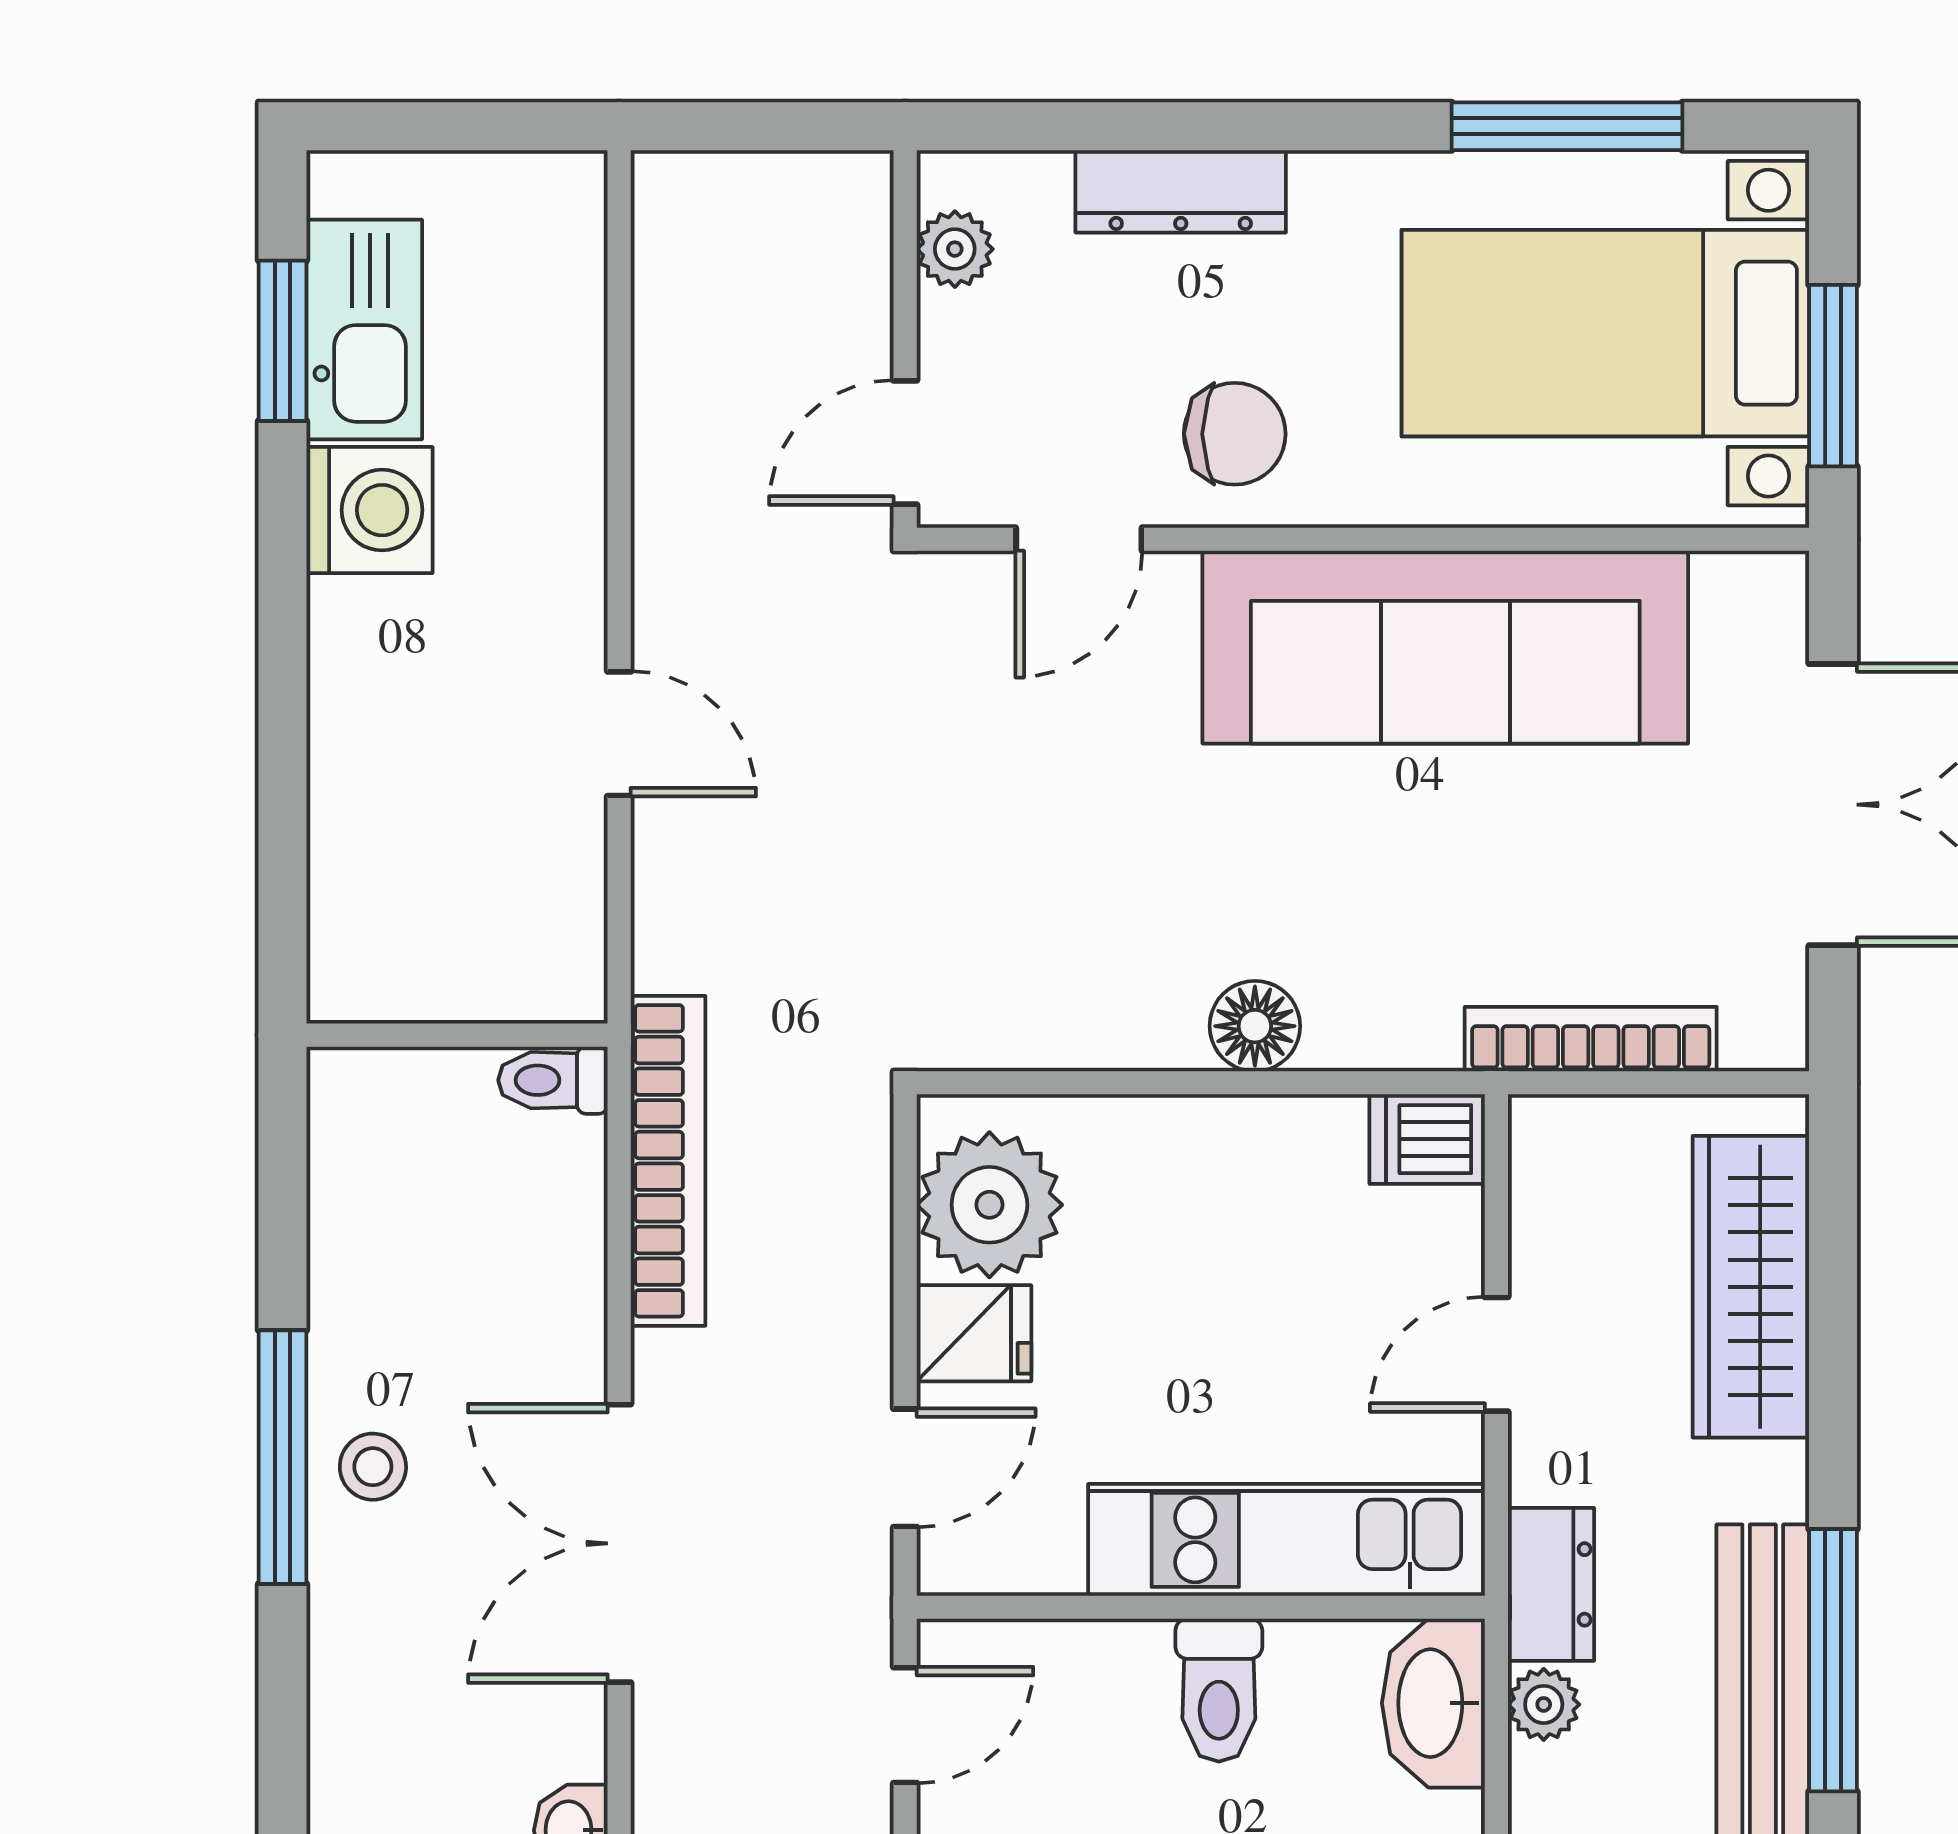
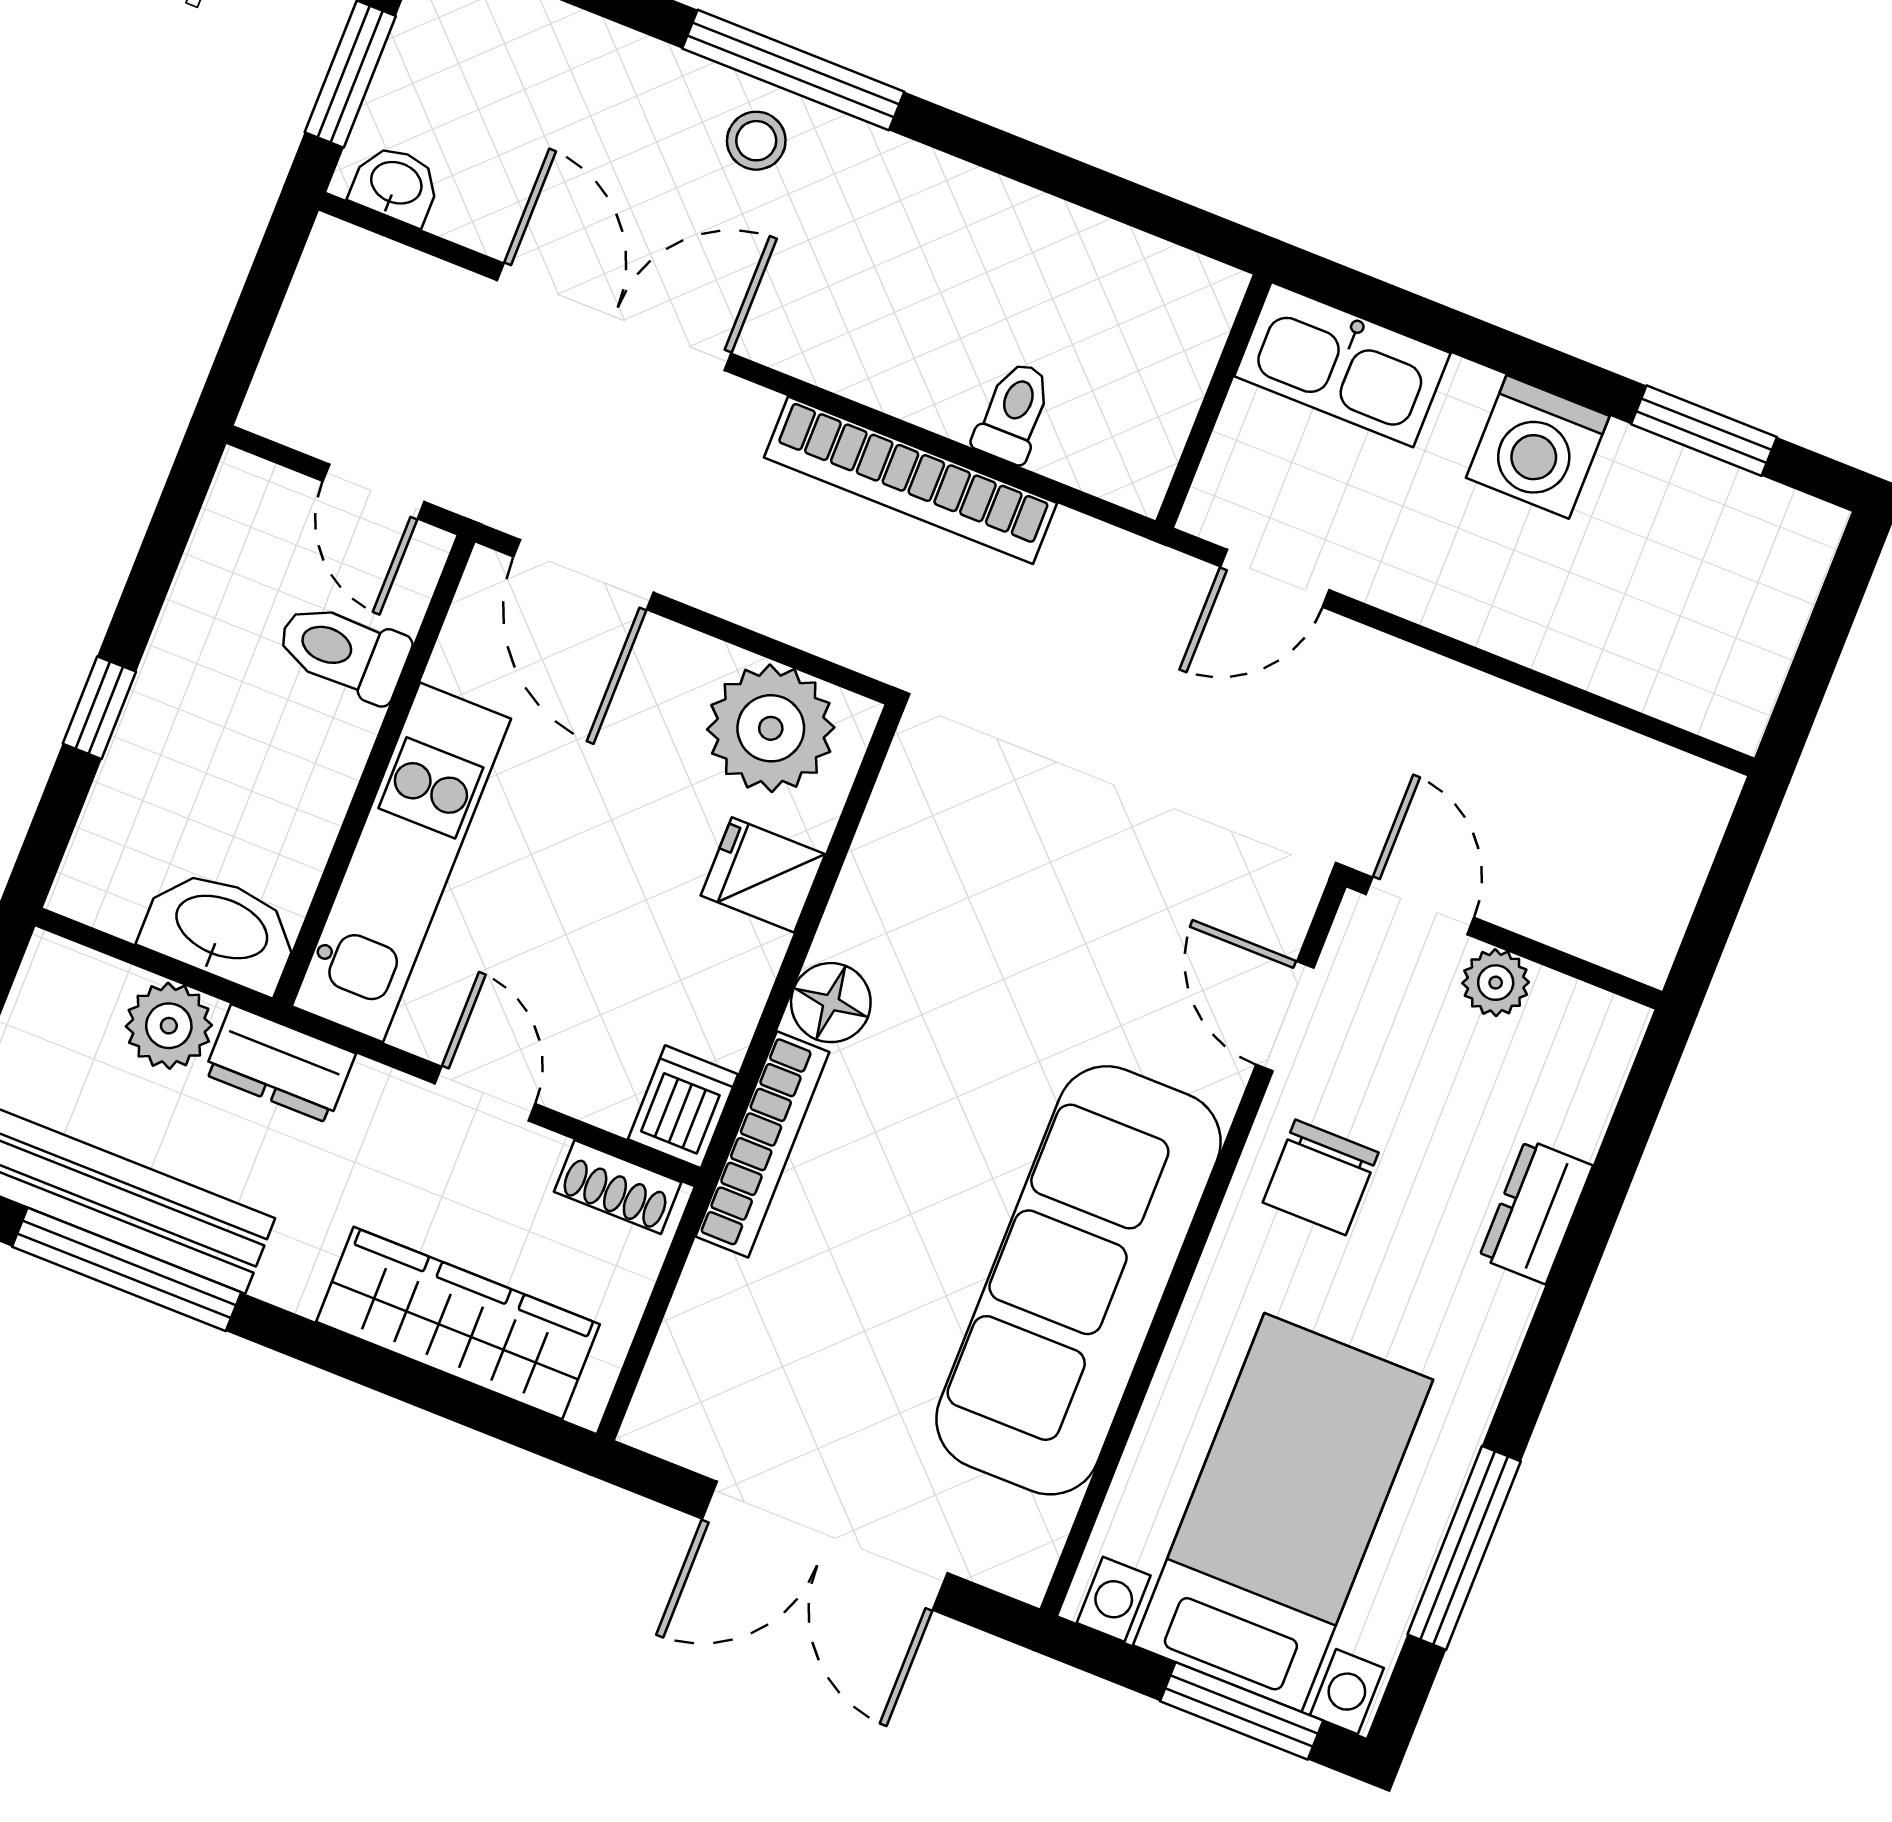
dresser: (1181, 191) -> (1536, 1212), width x0.70
plant: (955, 249) -> (1496, 983), moved
kitchen sink: (364, 330) -> (1342, 365), moved
window: (1833, 376) -> (1242, 1711), moved
wall: (457, 1035) -> (1213, 401), moved
bookcase: (1591, 1039) -> (762, 1144), moved
shoe rack: (1540, 1175) -> (618, 1187), added
fridge: (974, 1333) -> (763, 875), moved, turned 90
door: (905, 1468) -> (583, 575), width x1.38
toilet: (1219, 1690) -> (343, 651), moved
plant: (1544, 1704) -> (169, 1026), width x1.38, depth x1.38

